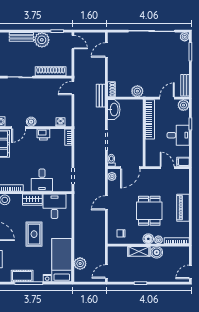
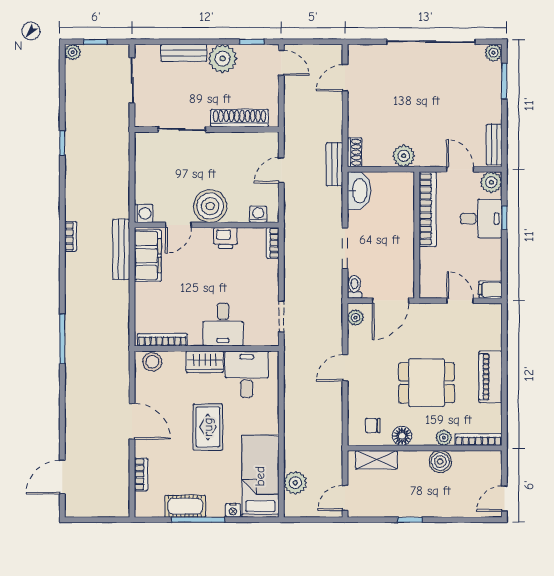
door: (73, 88) -> (281, 170), moved
door: (167, 98) -> (460, 169), hinge flipped
boiler: (31, 122) -> (210, 206), width x1.86, depth x1.86
desk: (178, 135) -> (481, 219), moved
dining table: (149, 211) -> (427, 383), turned 90
floor lamp: (148, 239) -> (402, 436), moved
shelving: (139, 251) -> (377, 460), moved

